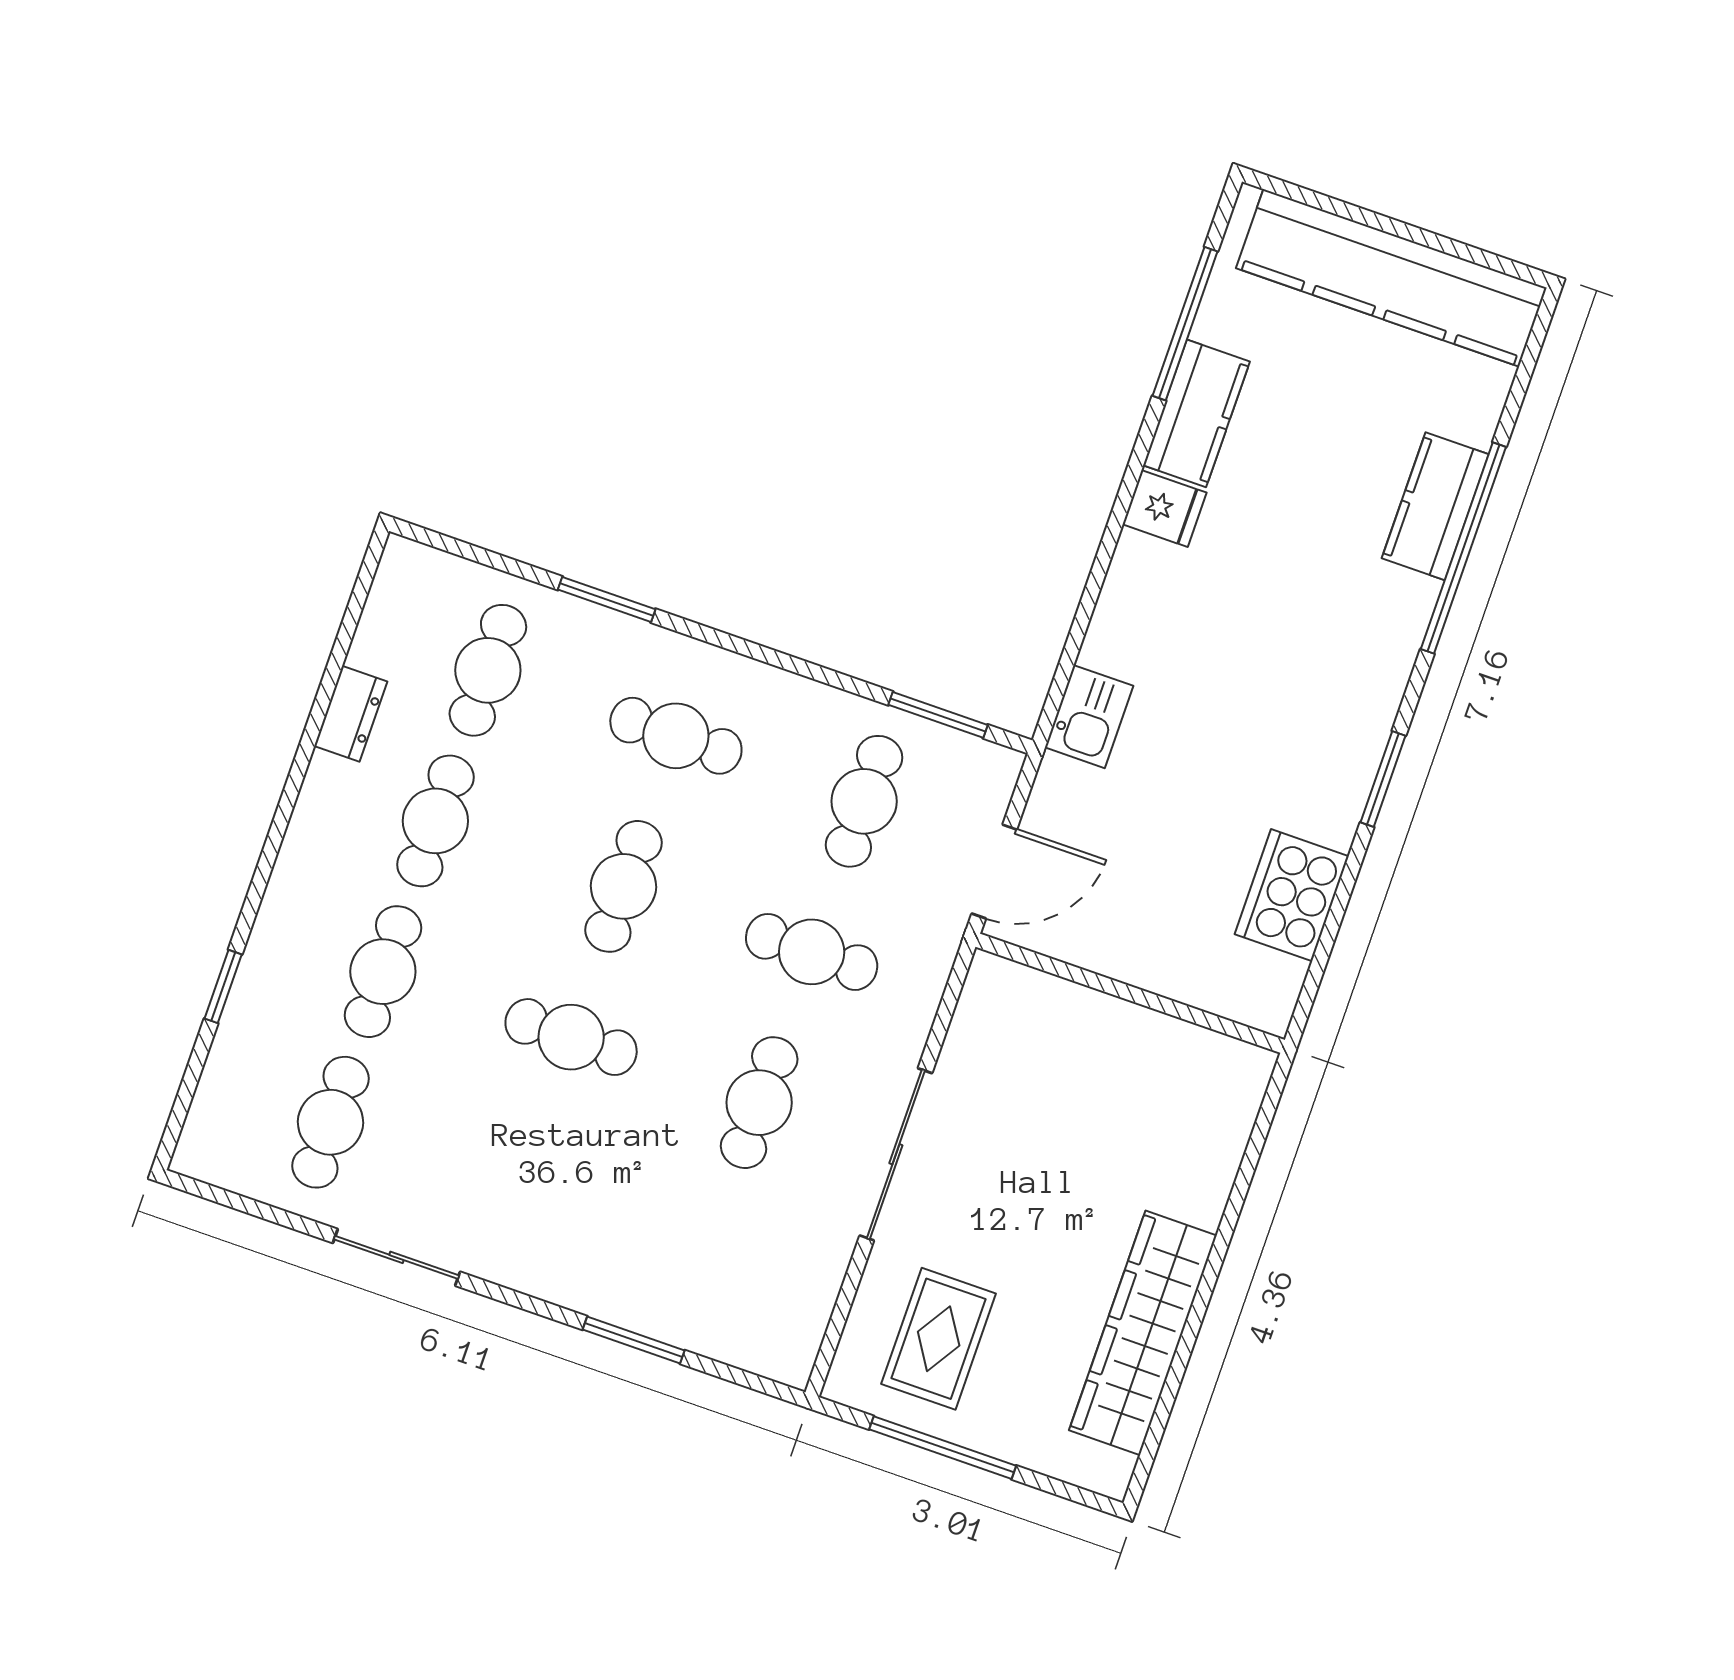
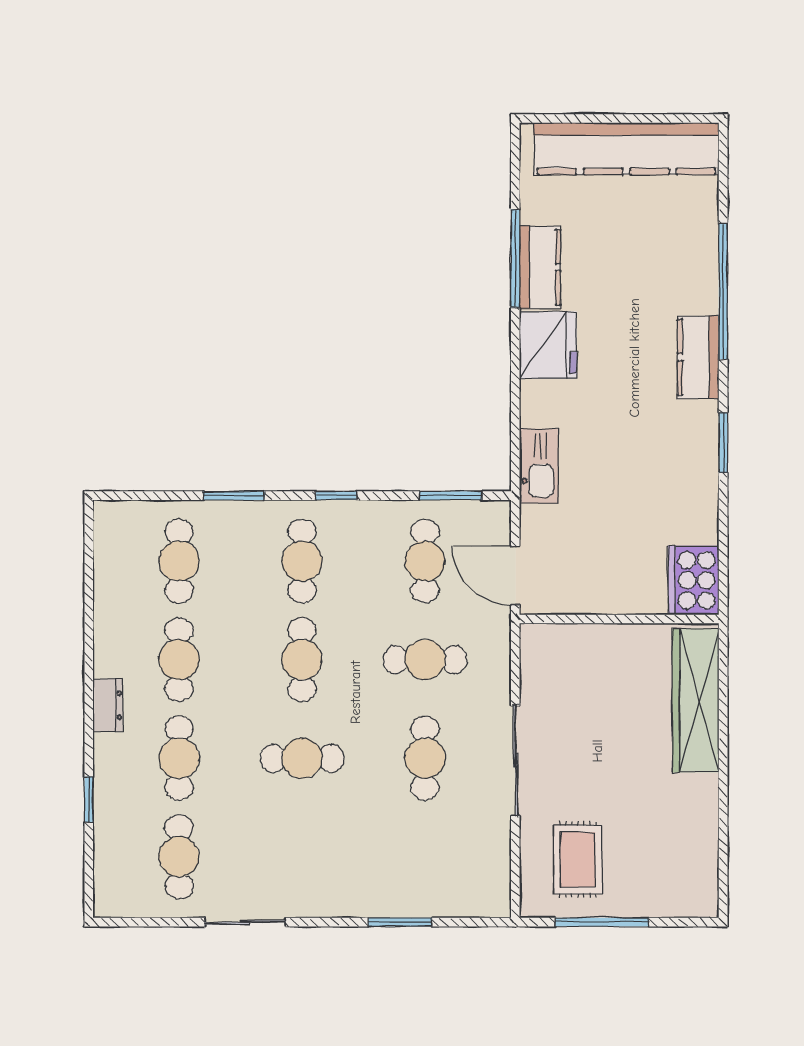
window: (1185, 324) -> (515, 258), moved
kitchen counter: (1435, 506) -> (698, 357), moved
fridge: (1165, 508) -> (548, 345), width x1.88, depth x1.34
window: (763, 654) -> (336, 496), added
dresser: (351, 714) -> (108, 705), moved
kitchen sink: (1089, 717) -> (539, 466), width x1.38
cafe table: (676, 736) -> (302, 561), turned 90
door: (994, 871) -> (515, 576), swing flipped
cooker: (1292, 895) -> (694, 580), moved
wardrobe: (1143, 1333) -> (696, 700), moved

